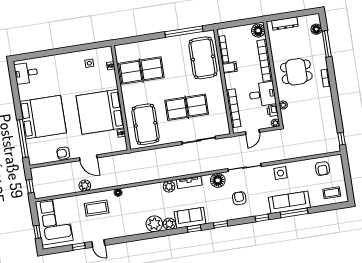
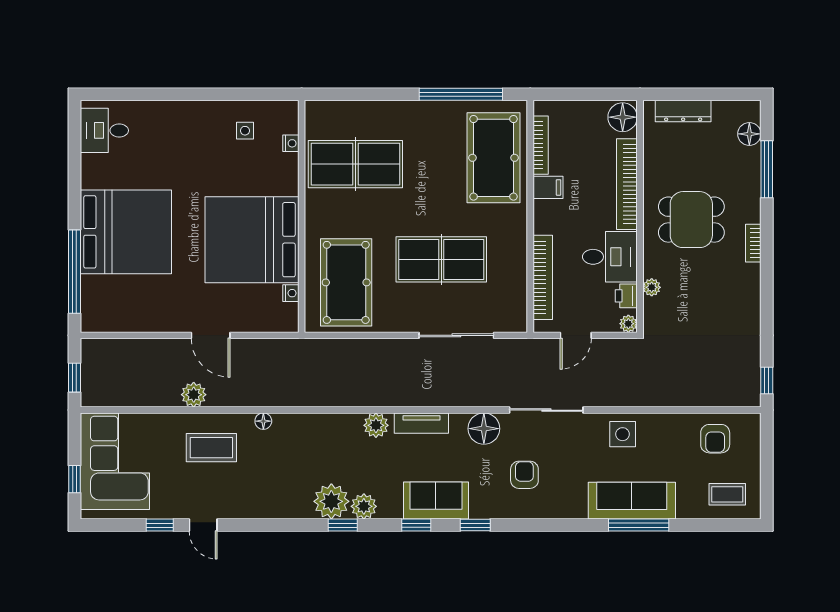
armchair: (63, 153) -> (158, 317), removed
sofa: (190, 218) -> (436, 500), moved
window: (262, 218) -> (343, 525), moved

